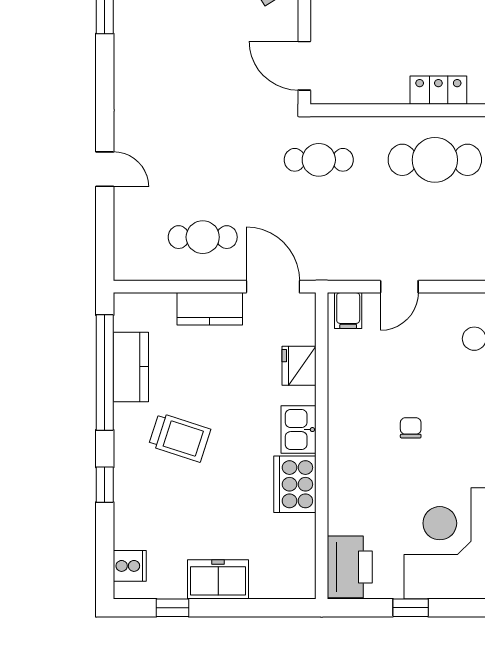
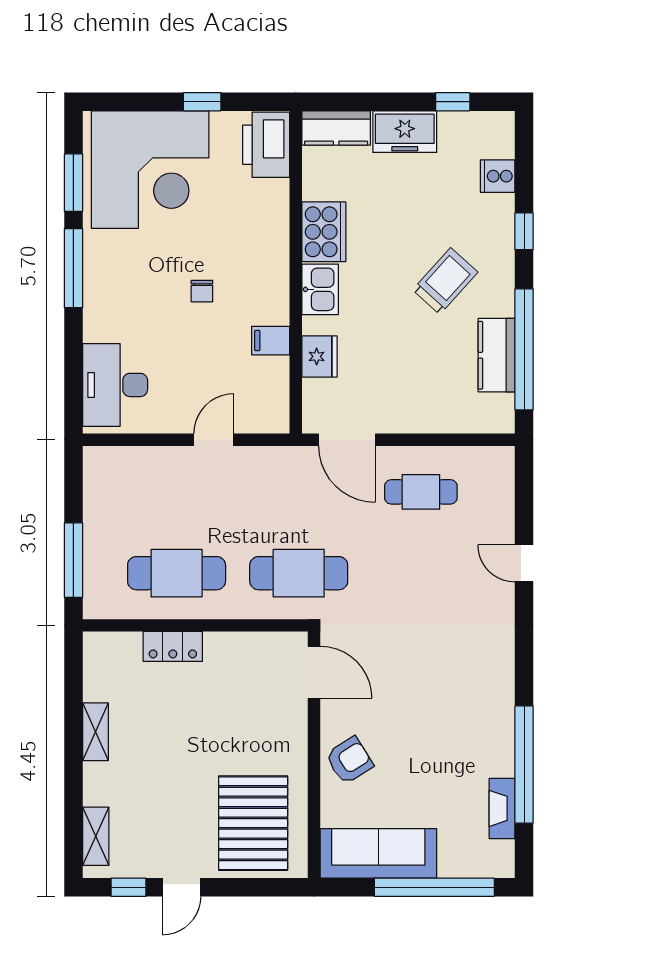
cafe table: (319, 160) -> (299, 573), width x1.37, depth x1.35
kitchen counter: (210, 309) -> (336, 128), moved, turned 180
filing cabinet: (348, 311) -> (271, 341), moved, turned -90
trolley: (180, 437) -> (445, 281), turned 114
cooker: (130, 566) -> (498, 176), moved

